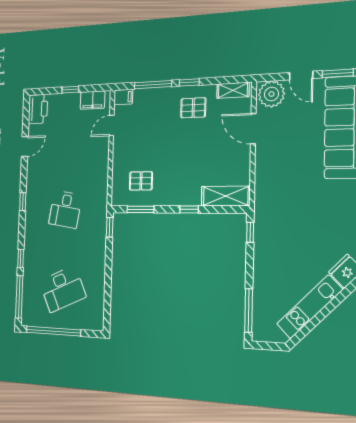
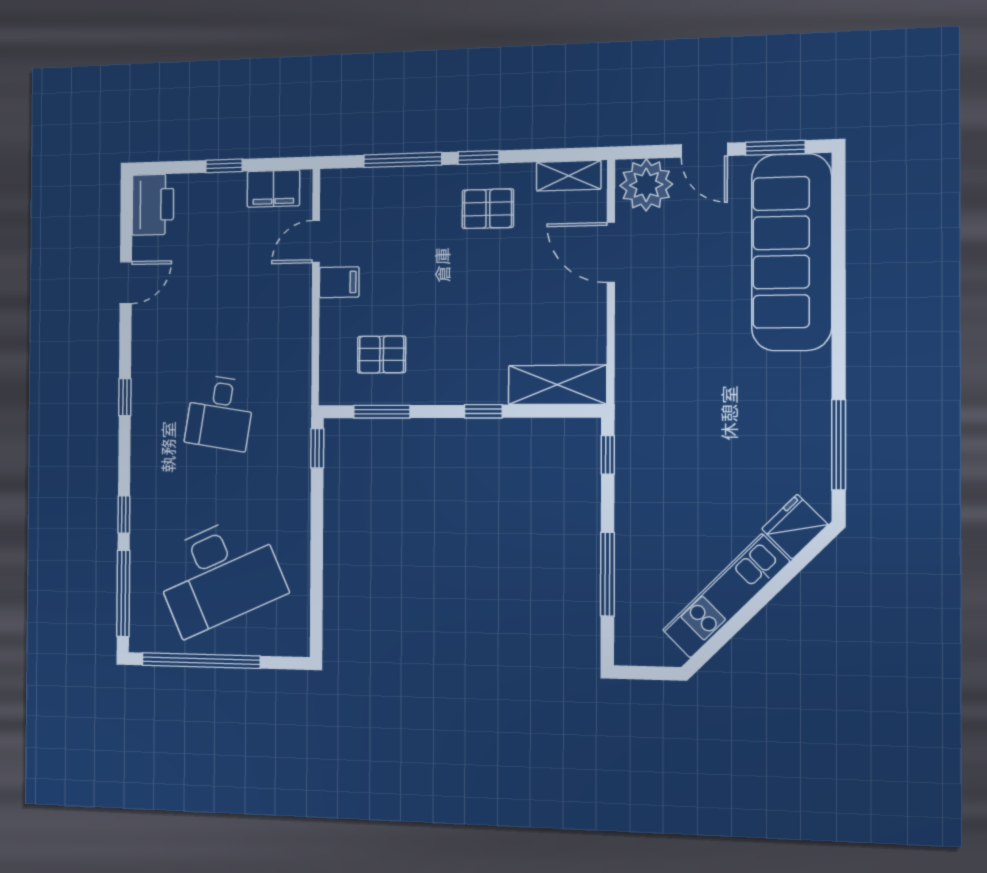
filing cabinet: (123, 97) -> (339, 282), moved
desk: (63, 289) -> (219, 575), width x1.36, depth x1.30
window: (249, 310) -> (607, 574), moved

